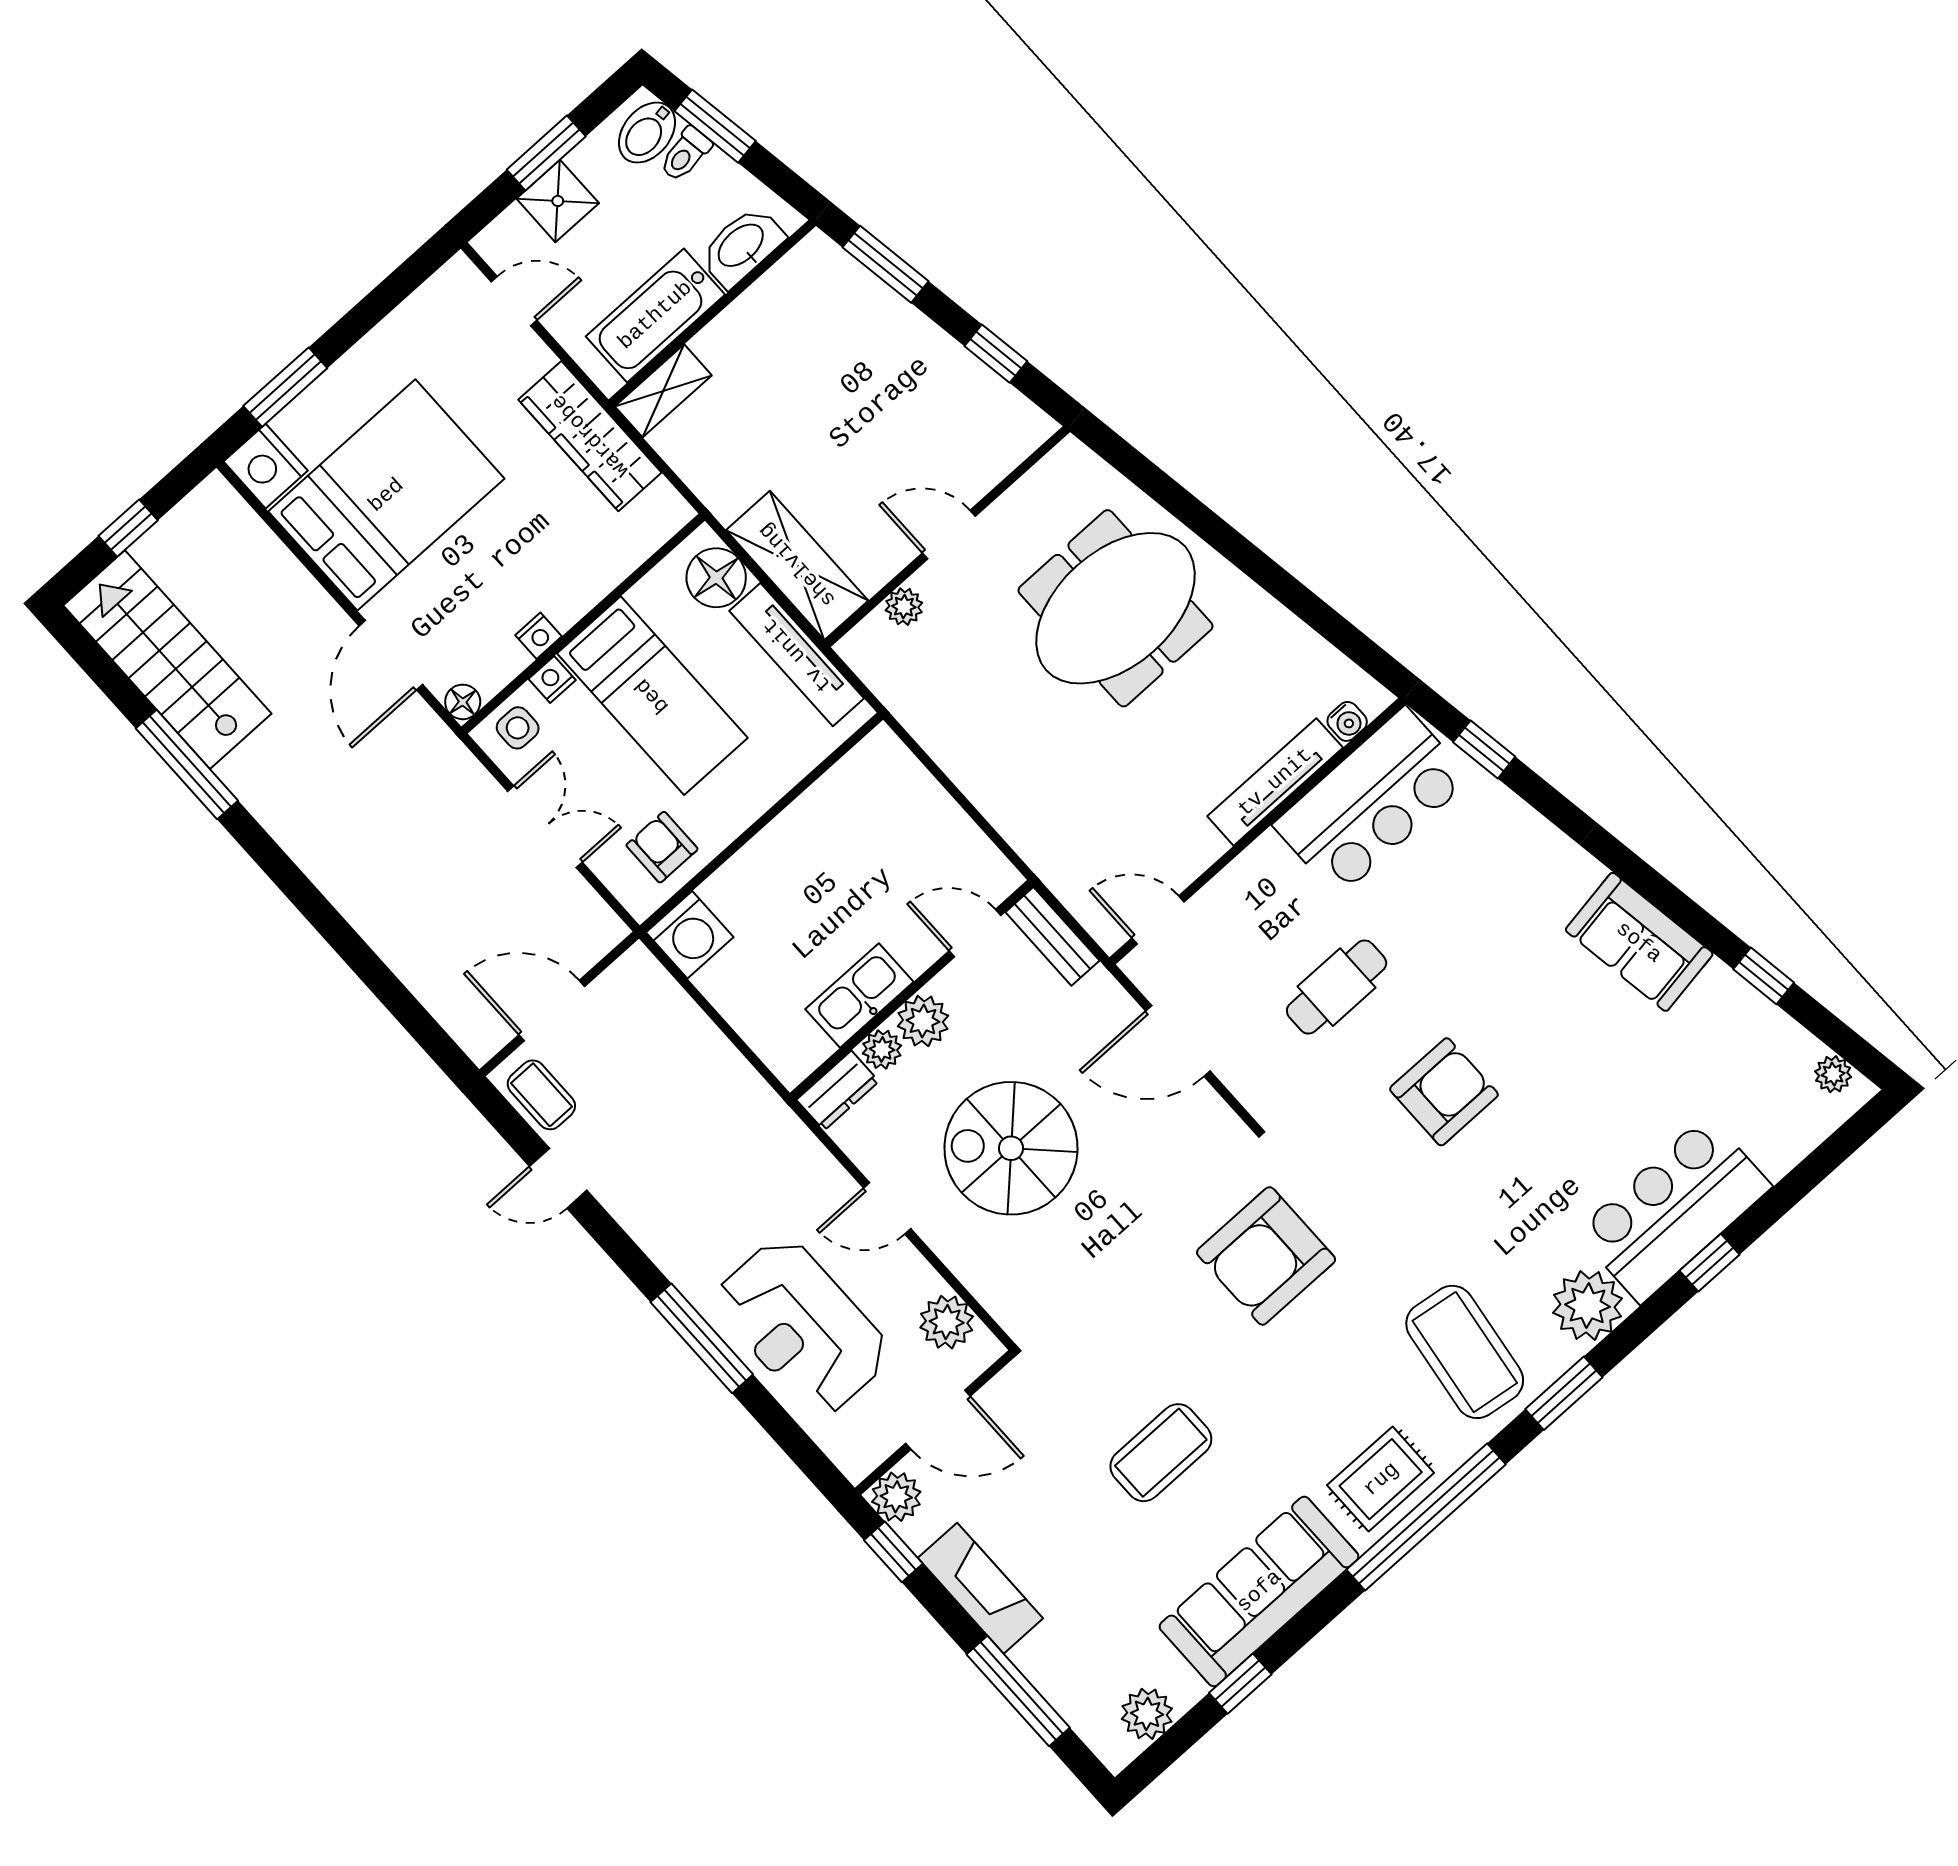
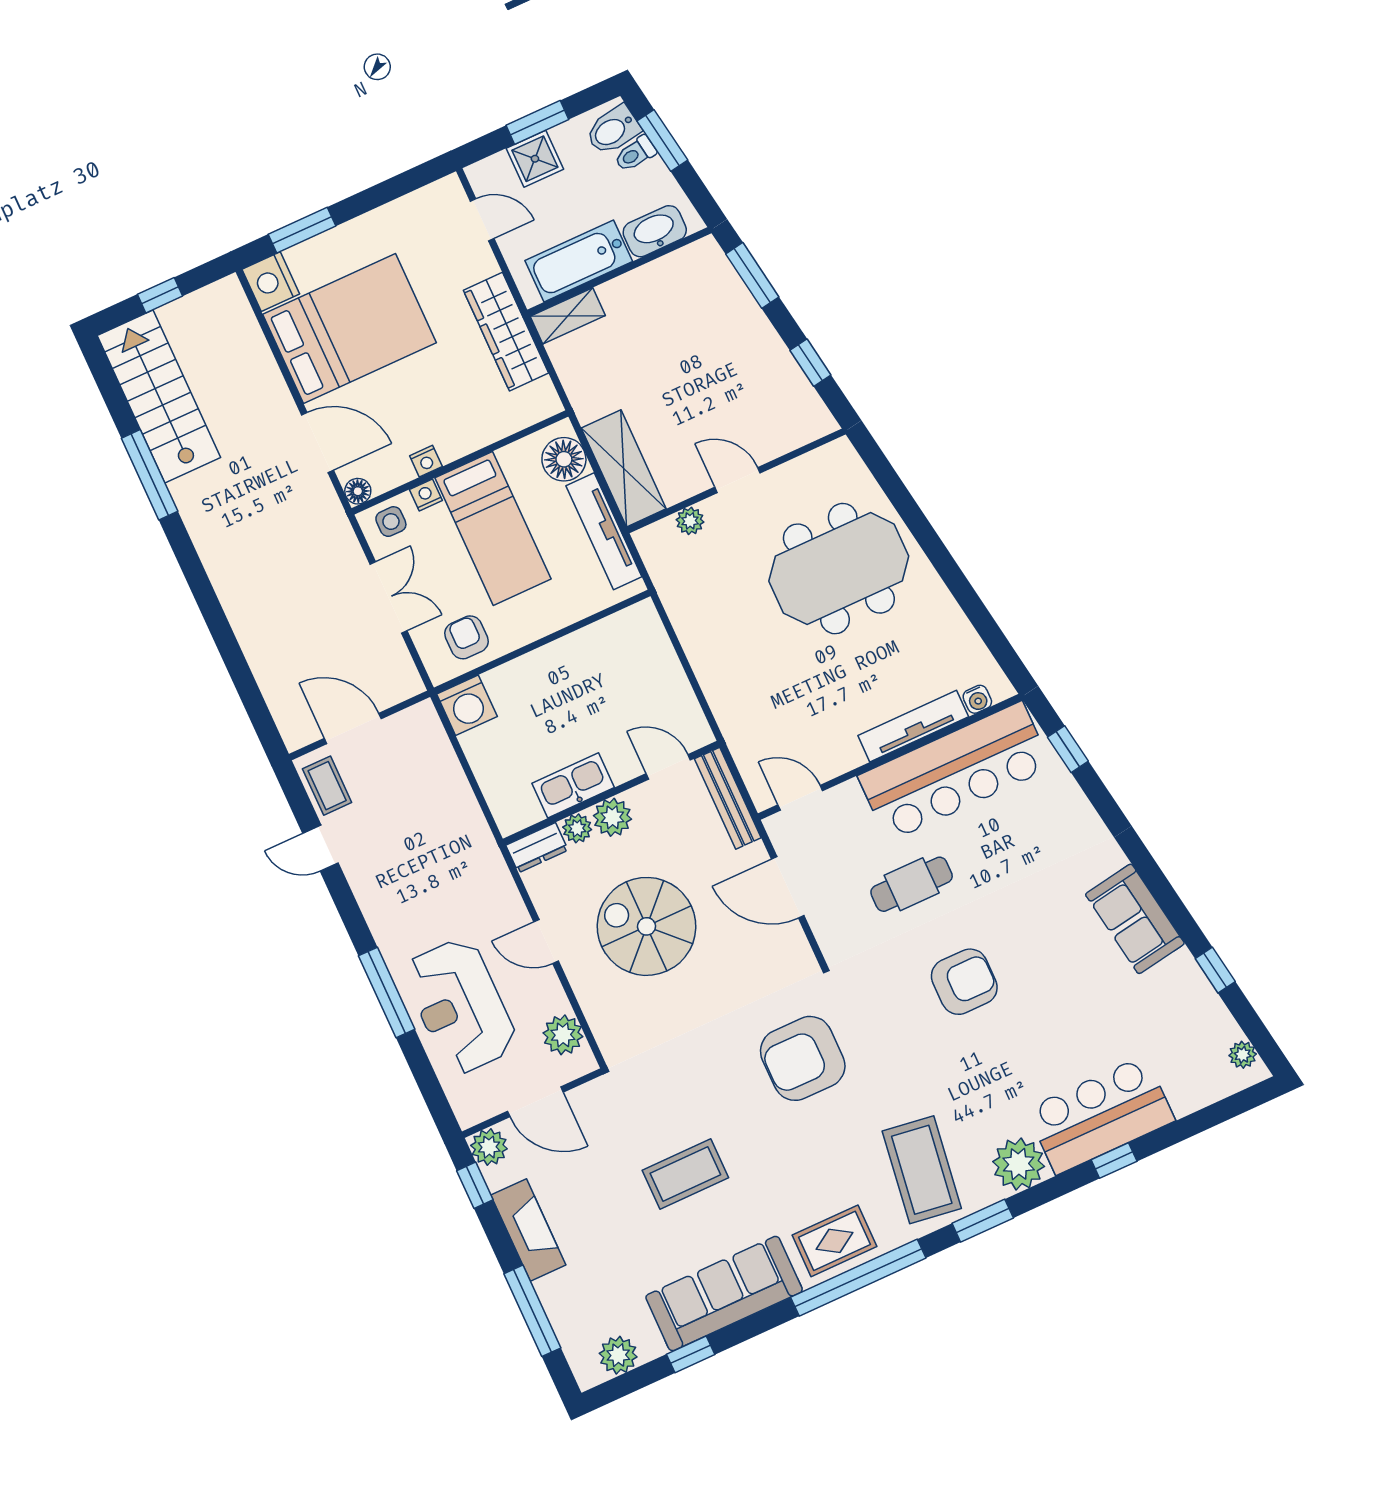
door: (391, 655) -> (318, 442), swing flipped
bar counter: (1372, 802) -> (955, 771), width x1.36
bench: (1052, 936) -> (728, 798), width x1.36

